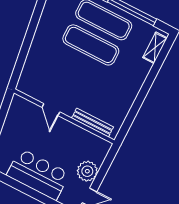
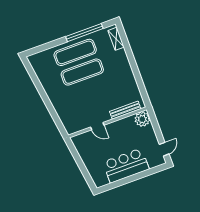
plant: (87, 171) -> (142, 119), moved

